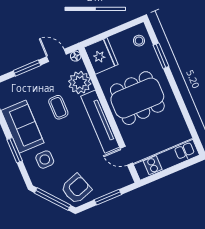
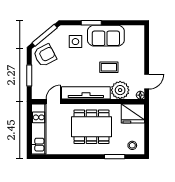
window: (27, 68) -> (147, 57), removed
dining table: (137, 98) -> (92, 127), turned 90
armchair: (76, 189) -> (45, 55), turned -99

